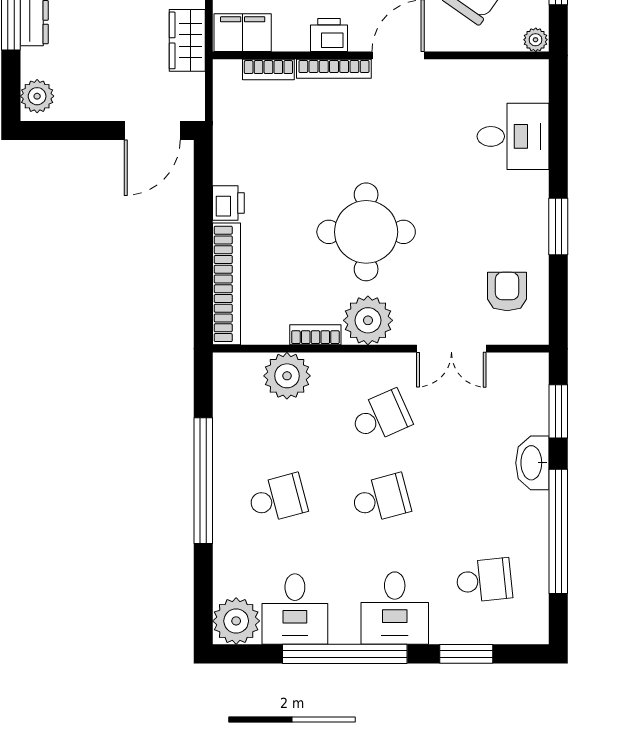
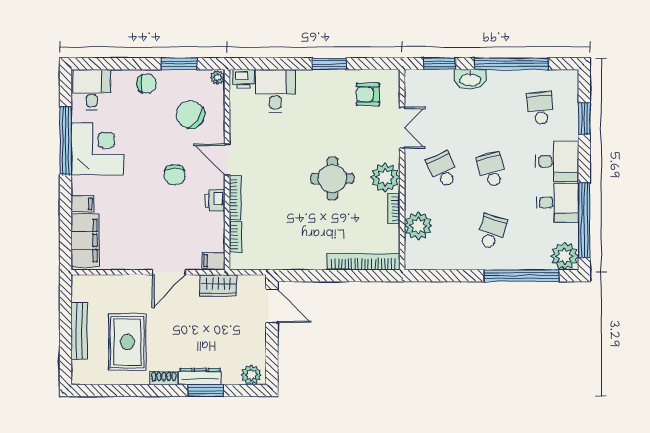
filing cabinet: (243, 33) -> (213, 261), width x0.50
printer: (228, 203) -> (244, 79), moved, turned 180
round table: (366, 232) -> (332, 178), width x0.73, depth x0.73
window: (203, 481) -> (522, 276), moved
school desk: (277, 498) -> (492, 231), turned 33
desk: (295, 609) -> (558, 203), moved
window: (345, 654) -> (584, 220), moved

